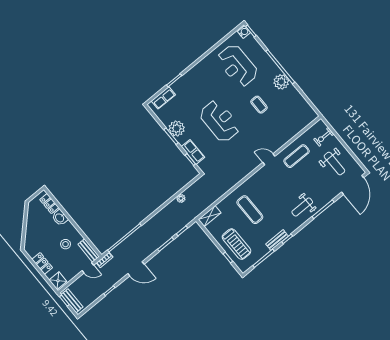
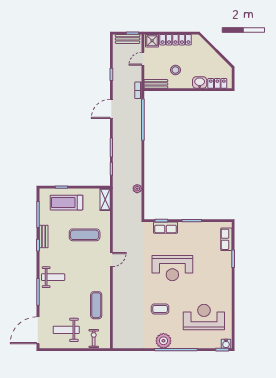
plant: (177, 128) -> (194, 230), removed
door: (269, 159) -> (111, 260), moved
door: (353, 185) -> (38, 330), hinge flipped
weight bench: (302, 207) -> (53, 277), turned 90
locker: (42, 263) -> (175, 40), width x1.53
door: (88, 268) -> (143, 59), moved

